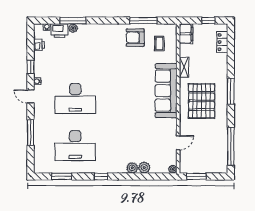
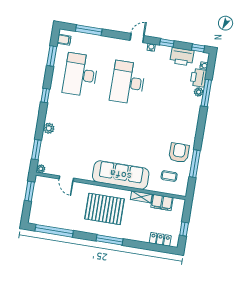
filing cabinet: (186, 34) -> (162, 202), moved
window: (31, 36) -> (198, 48), added
printer: (39, 45) -> (182, 57), width x1.87, depth x1.48
window: (31, 133) -> (89, 30), moved
filing cabinet: (44, 167) -> (64, 40), added
plant: (144, 168) -> (47, 140), removed
window: (155, 176) -> (36, 150), added

